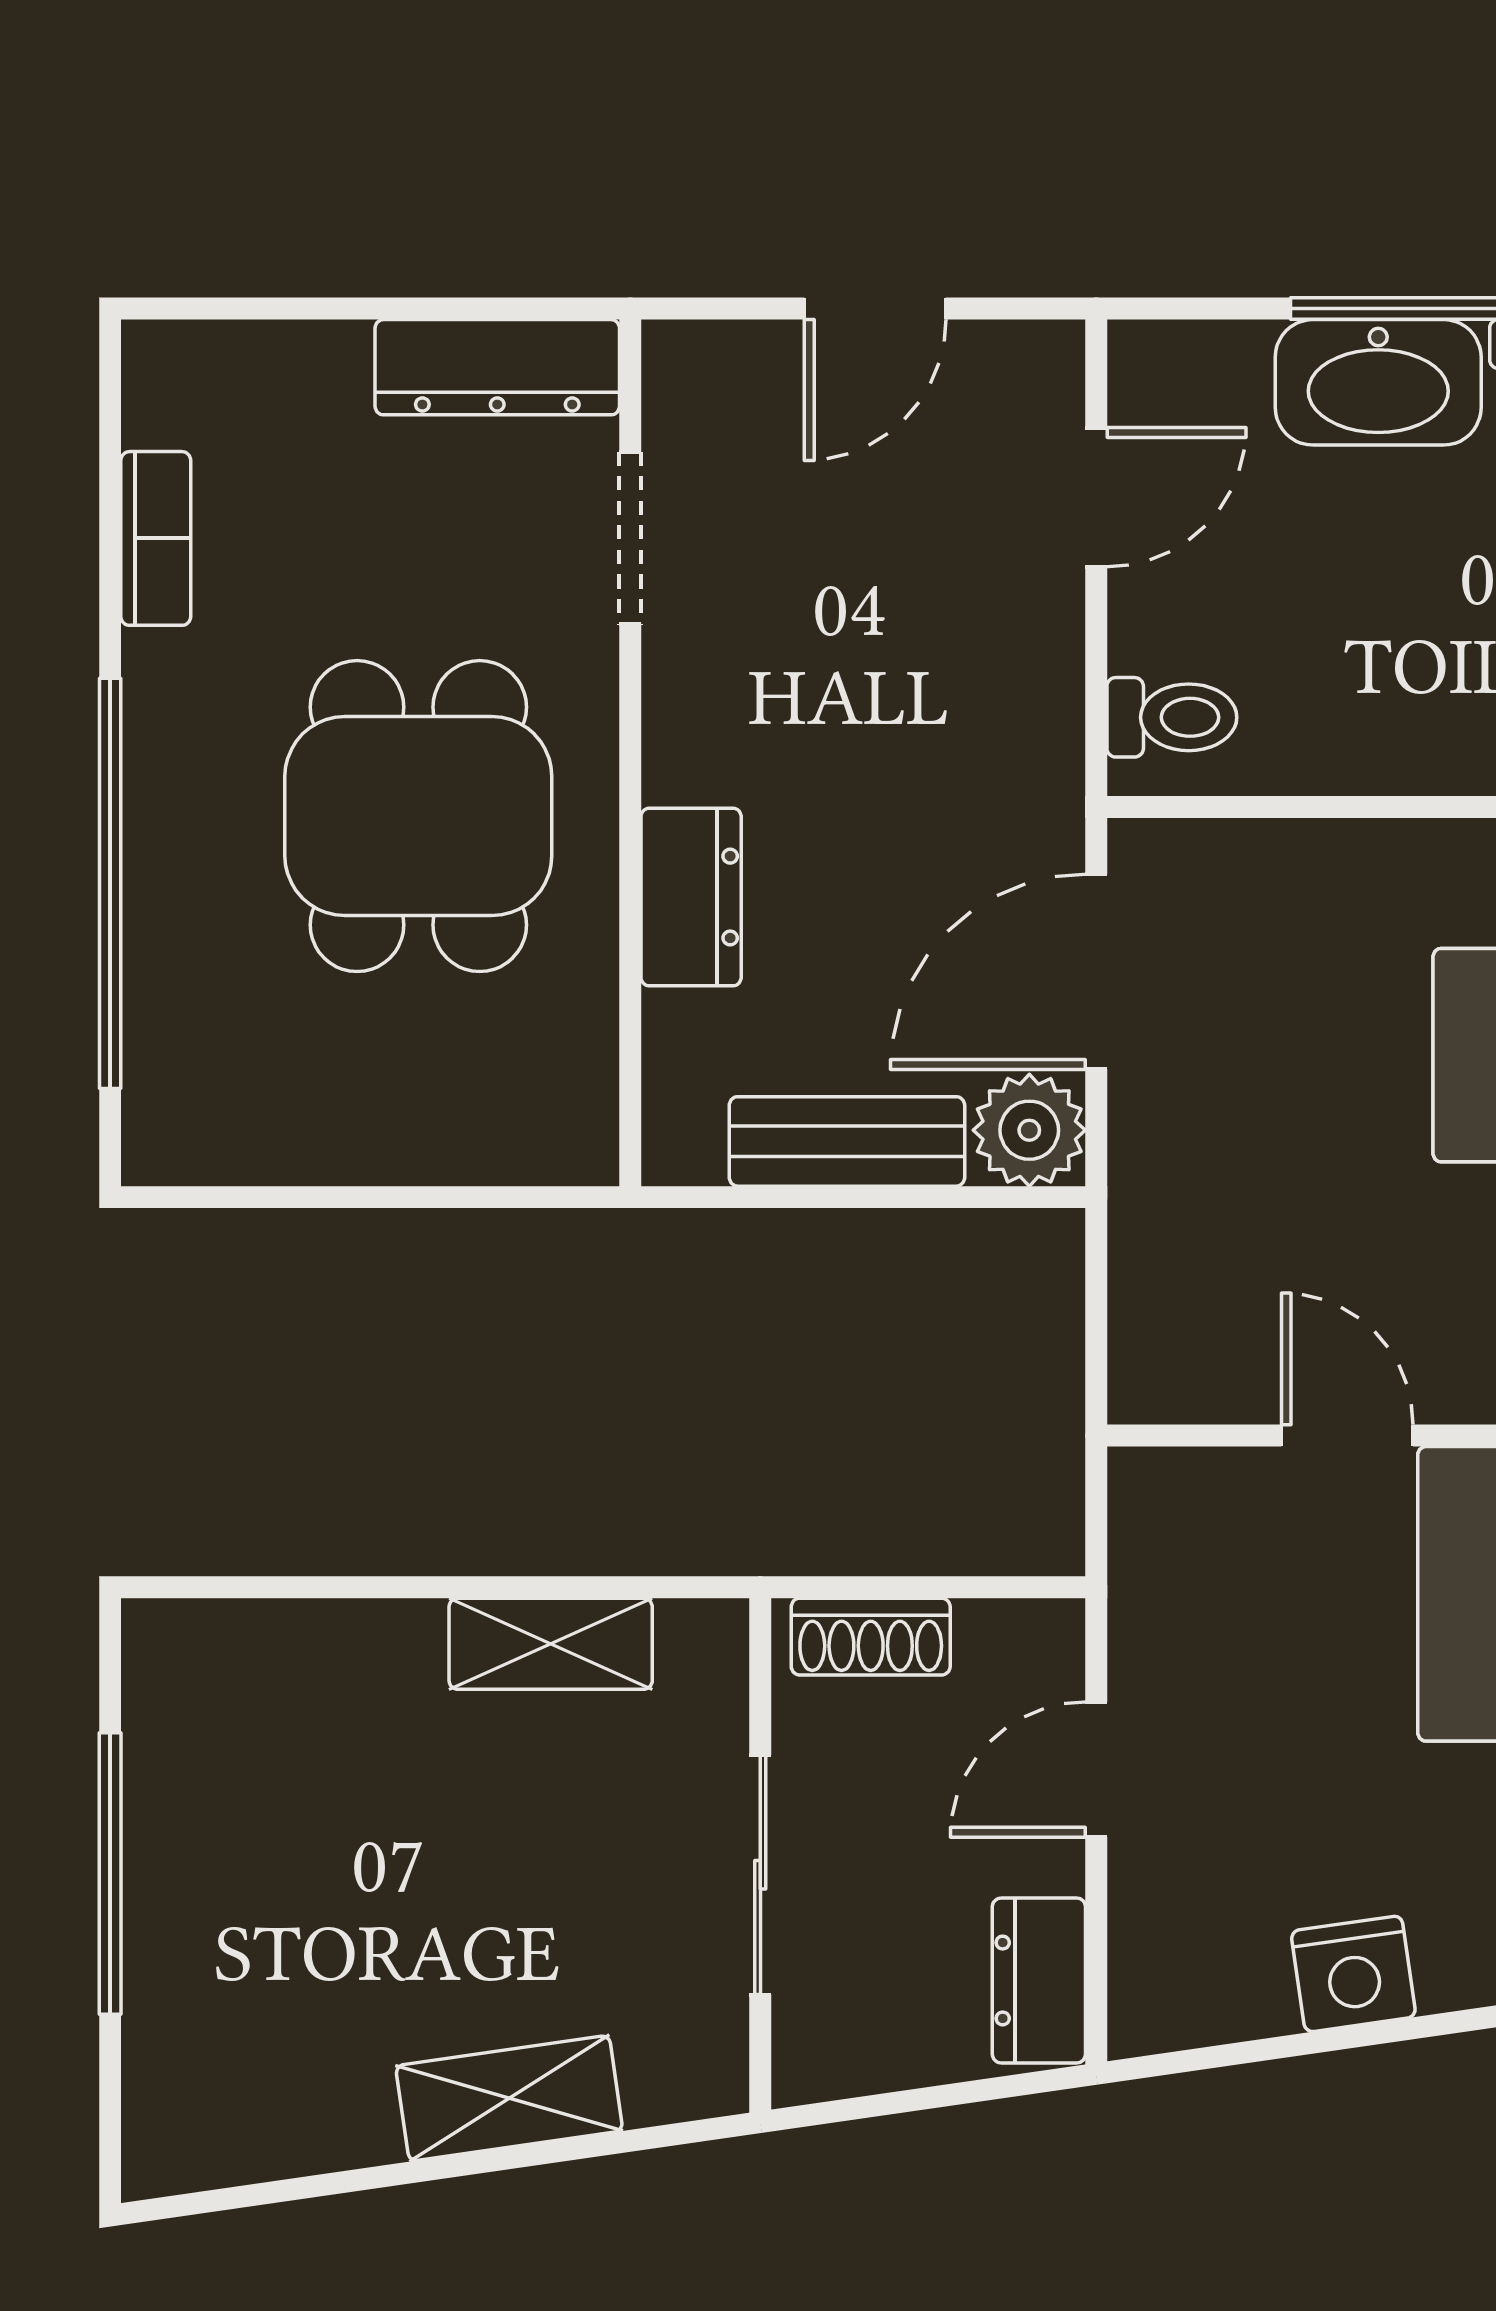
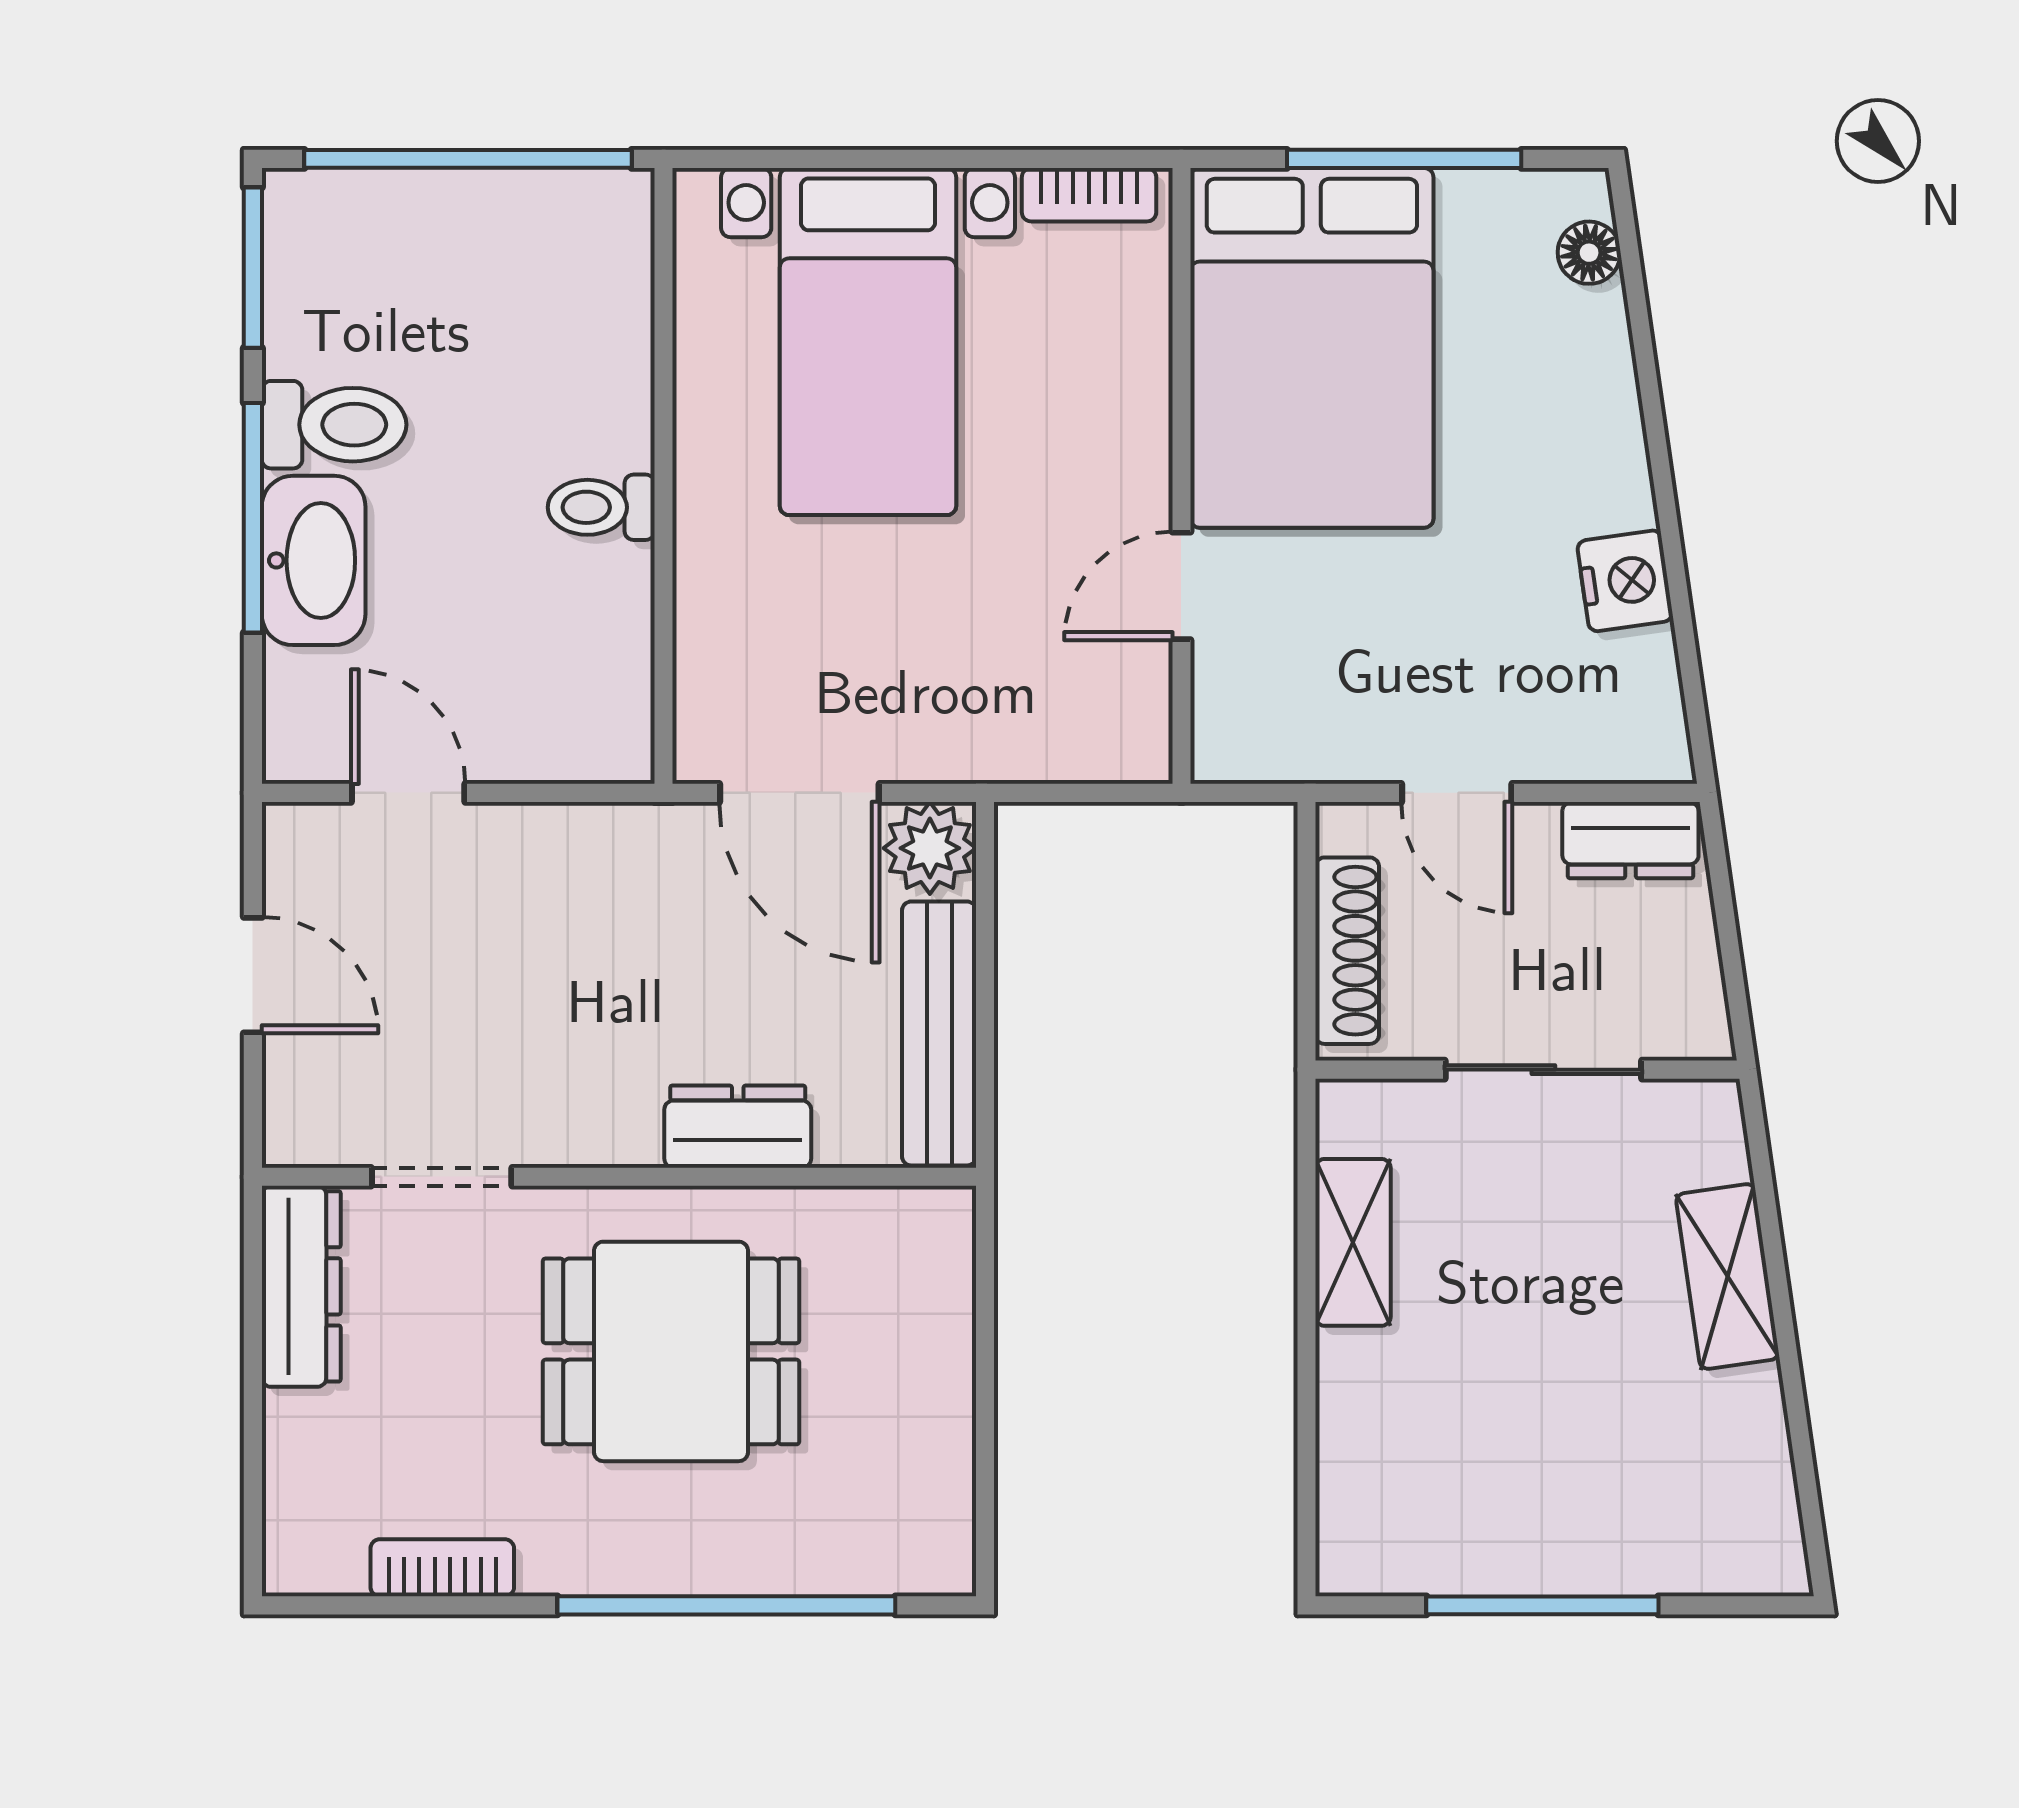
toilet: (1172, 717) -> (601, 507), moved, turned -90
bench: (847, 1141) -> (939, 1033), width x1.36
shoe rack: (871, 1637) -> (1347, 951), width x1.43

